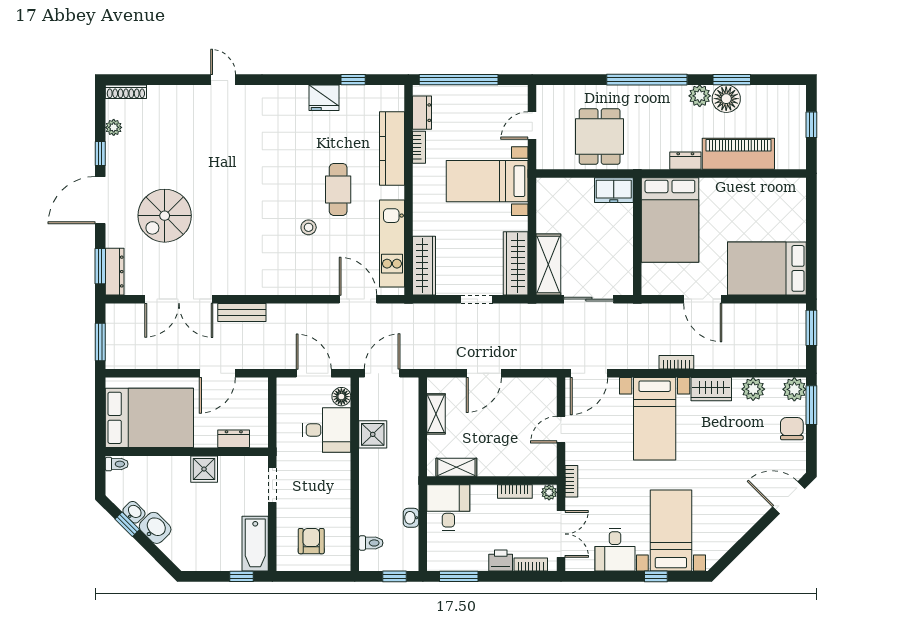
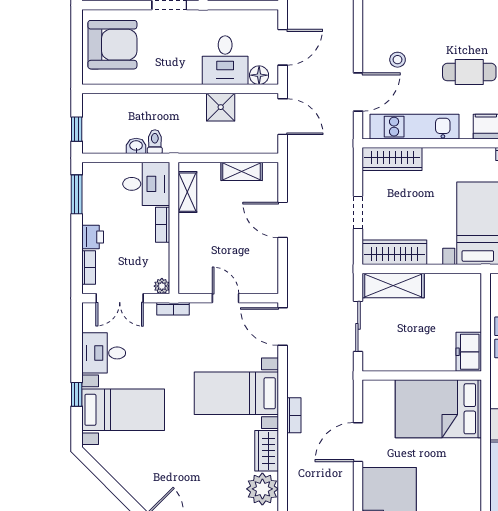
stool: (309, 227) -> (398, 60), moved
plant: (753, 389) -> (262, 489), width x1.36, depth x1.36
bookcase: (515, 492) -> (163, 225), moved
armchair: (311, 541) -> (112, 45), width x1.88, depth x1.88
toilet: (371, 543) -> (155, 142), moved, turned 180

